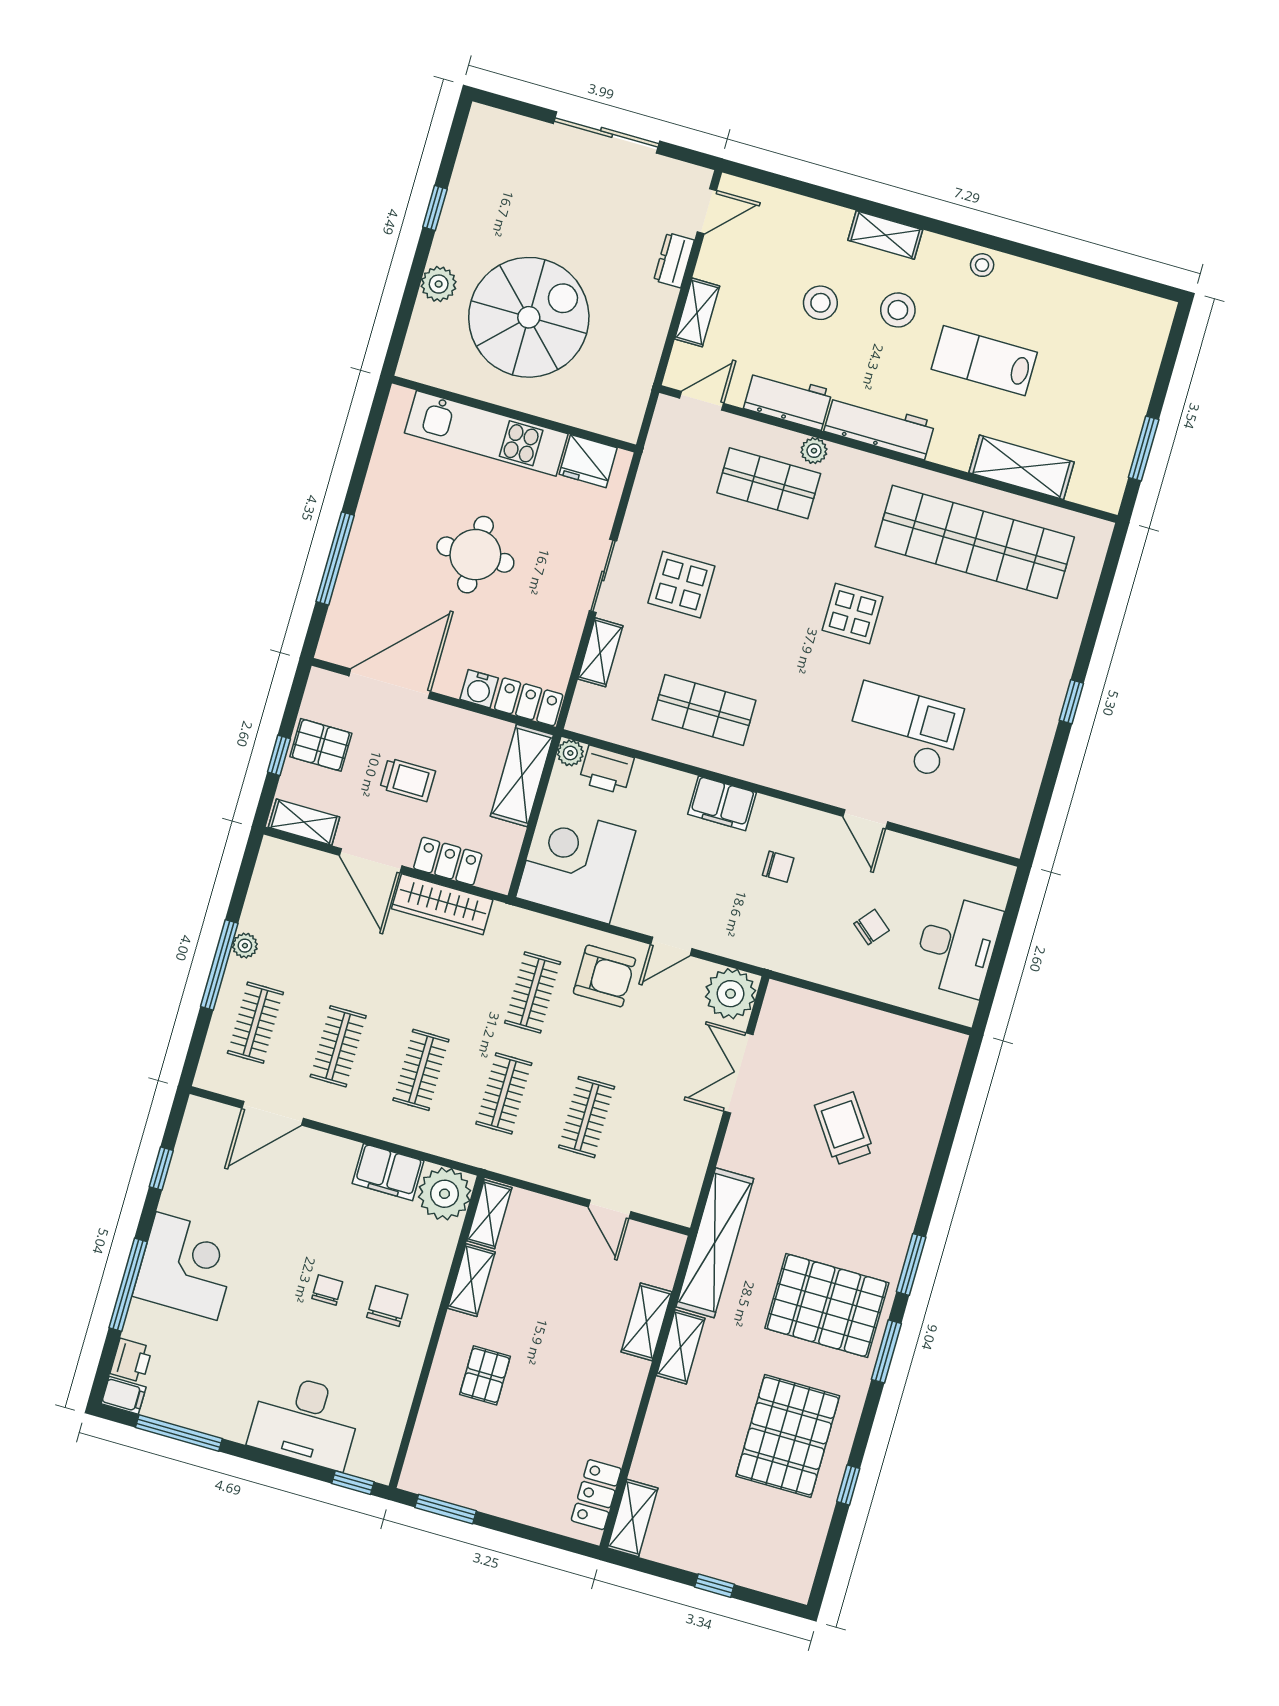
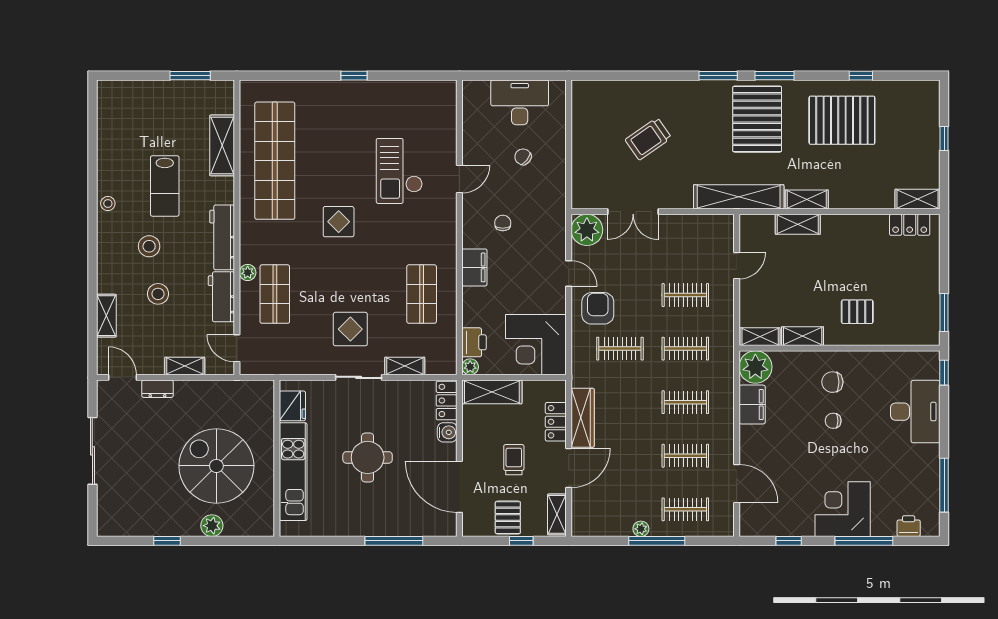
shelving: (885, 235) -> (106, 316), moved
filing cabinet: (124, 1395) -> (931, 525), removed

